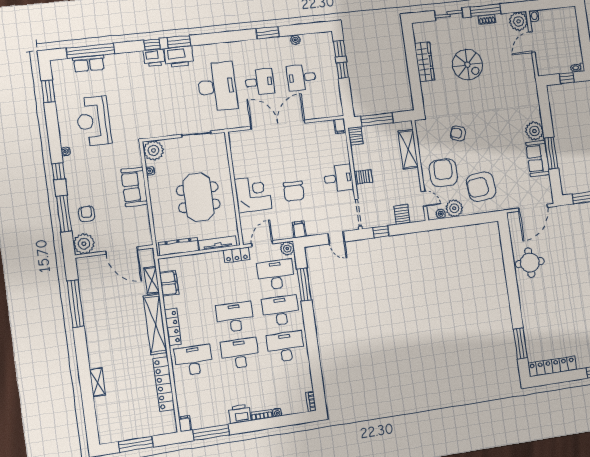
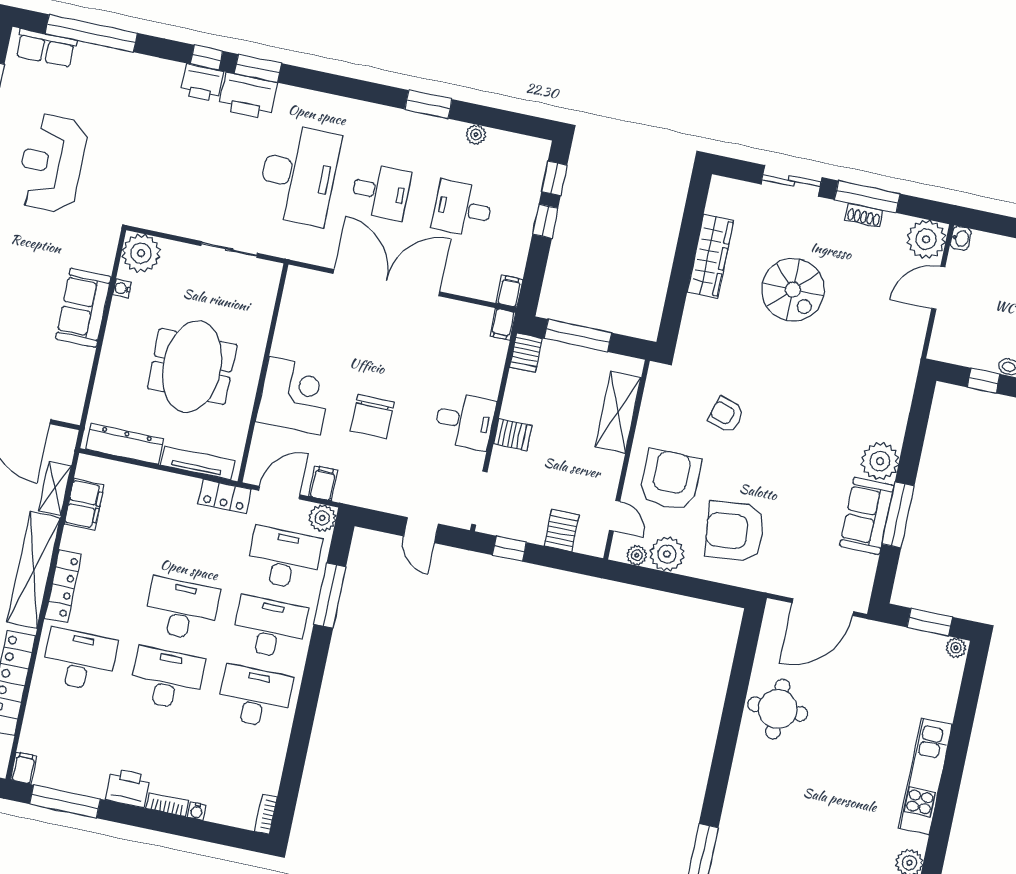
row of seats: (89, 63) -> (46, 48), moved
filing cabinet: (338, 109) -> (509, 291), added
filing cabinet: (299, 229) -> (323, 483), moved

